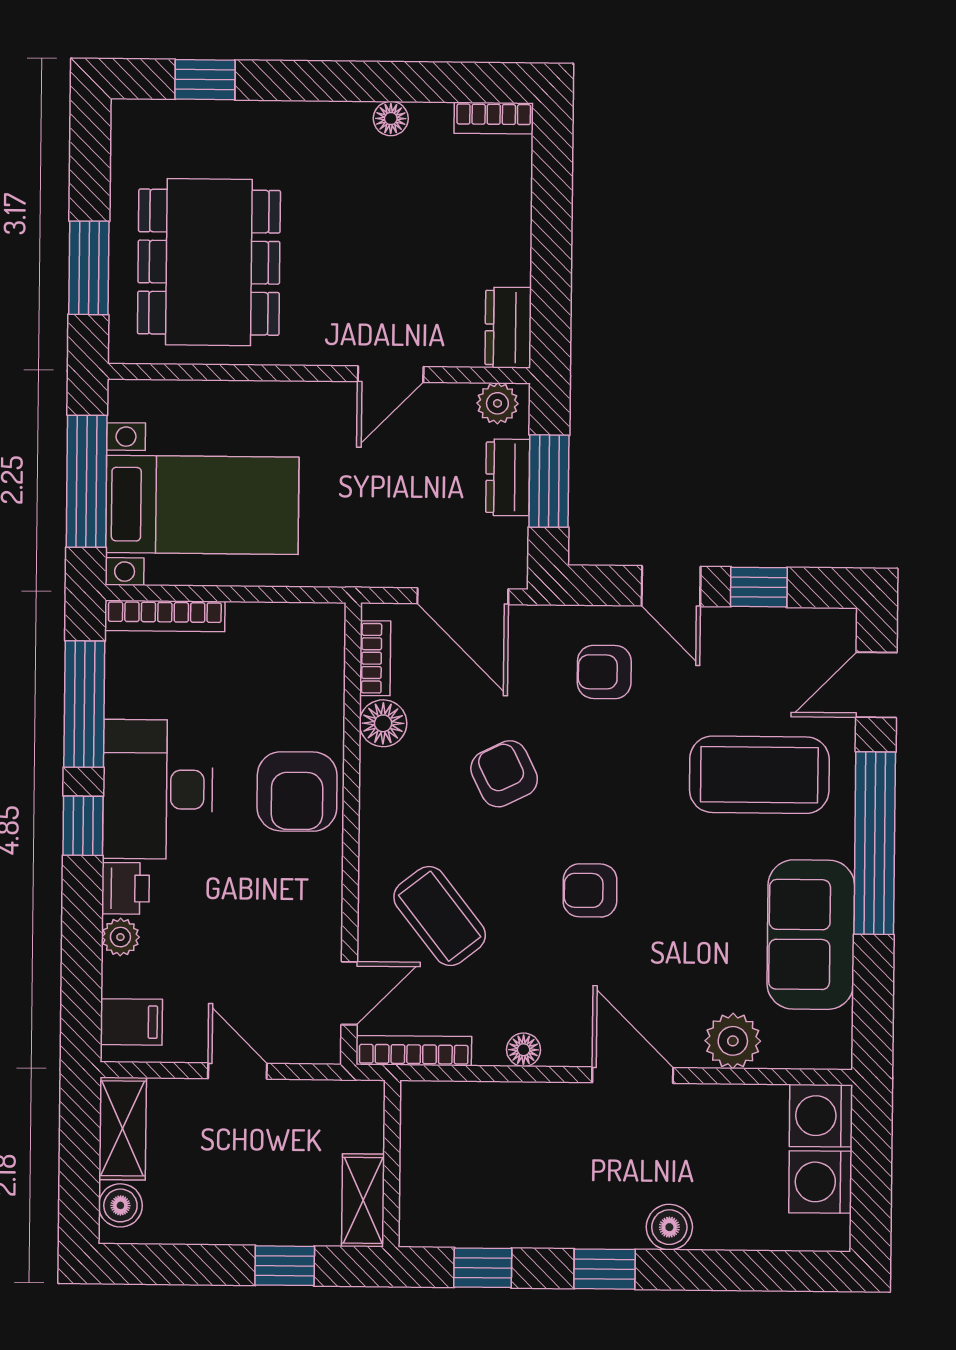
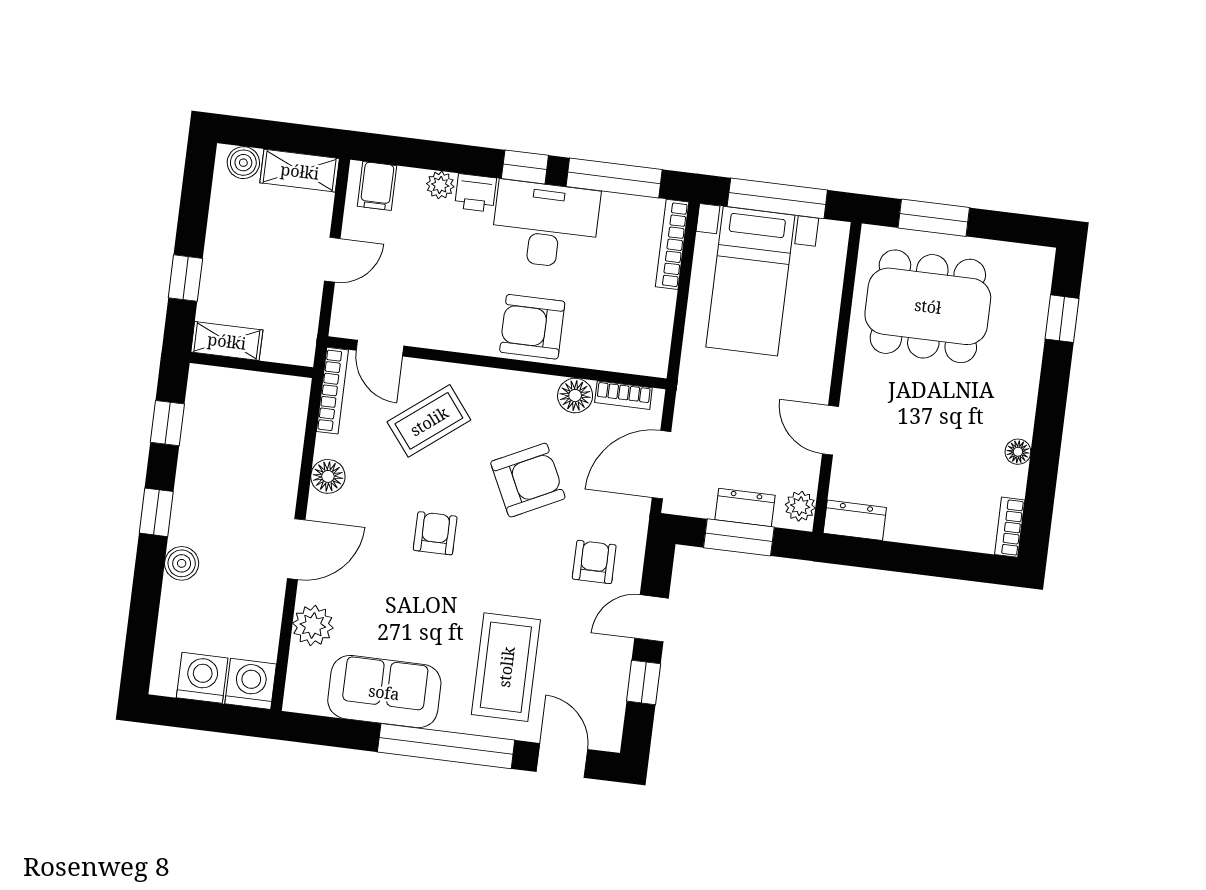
armchair: (504, 774) -> (528, 480), width x1.38, depth x1.38
floor lamp: (524, 1050) -> (328, 476), width x1.37, depth x1.37

